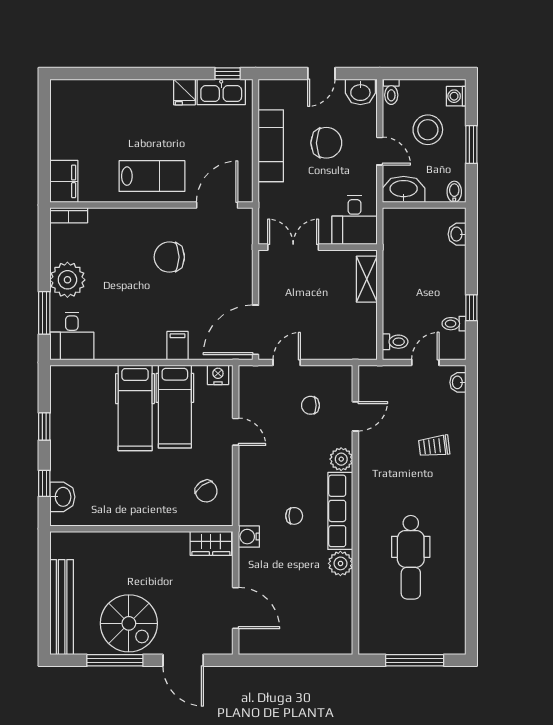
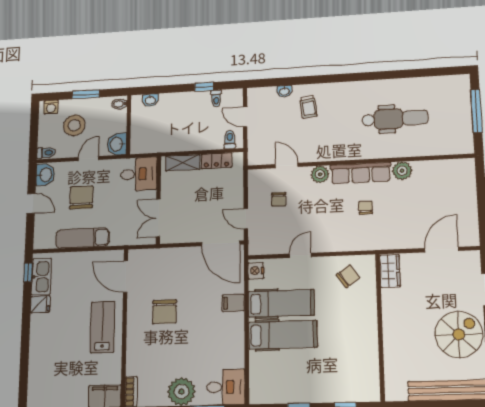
washbasin: (404, 189) -> (117, 144), width x0.72
locker: (367, 324) -> (216, 161), added
washbasin: (458, 382) -> (284, 91), moved
washbasin: (62, 497) -> (356, 392), removed
water cooler: (249, 537) -> (383, 242), removed

